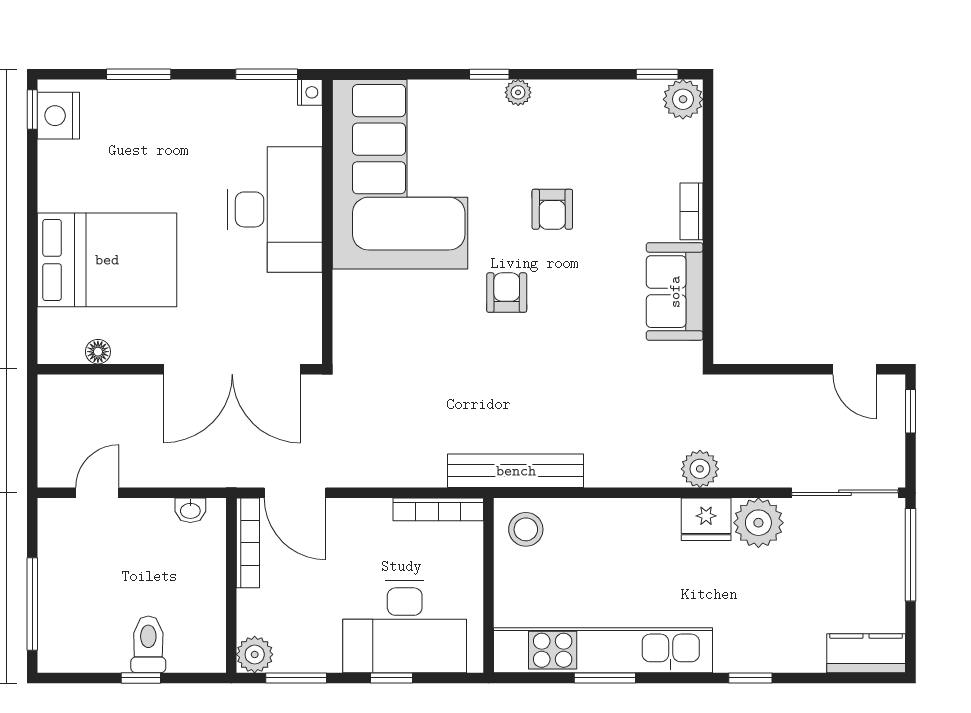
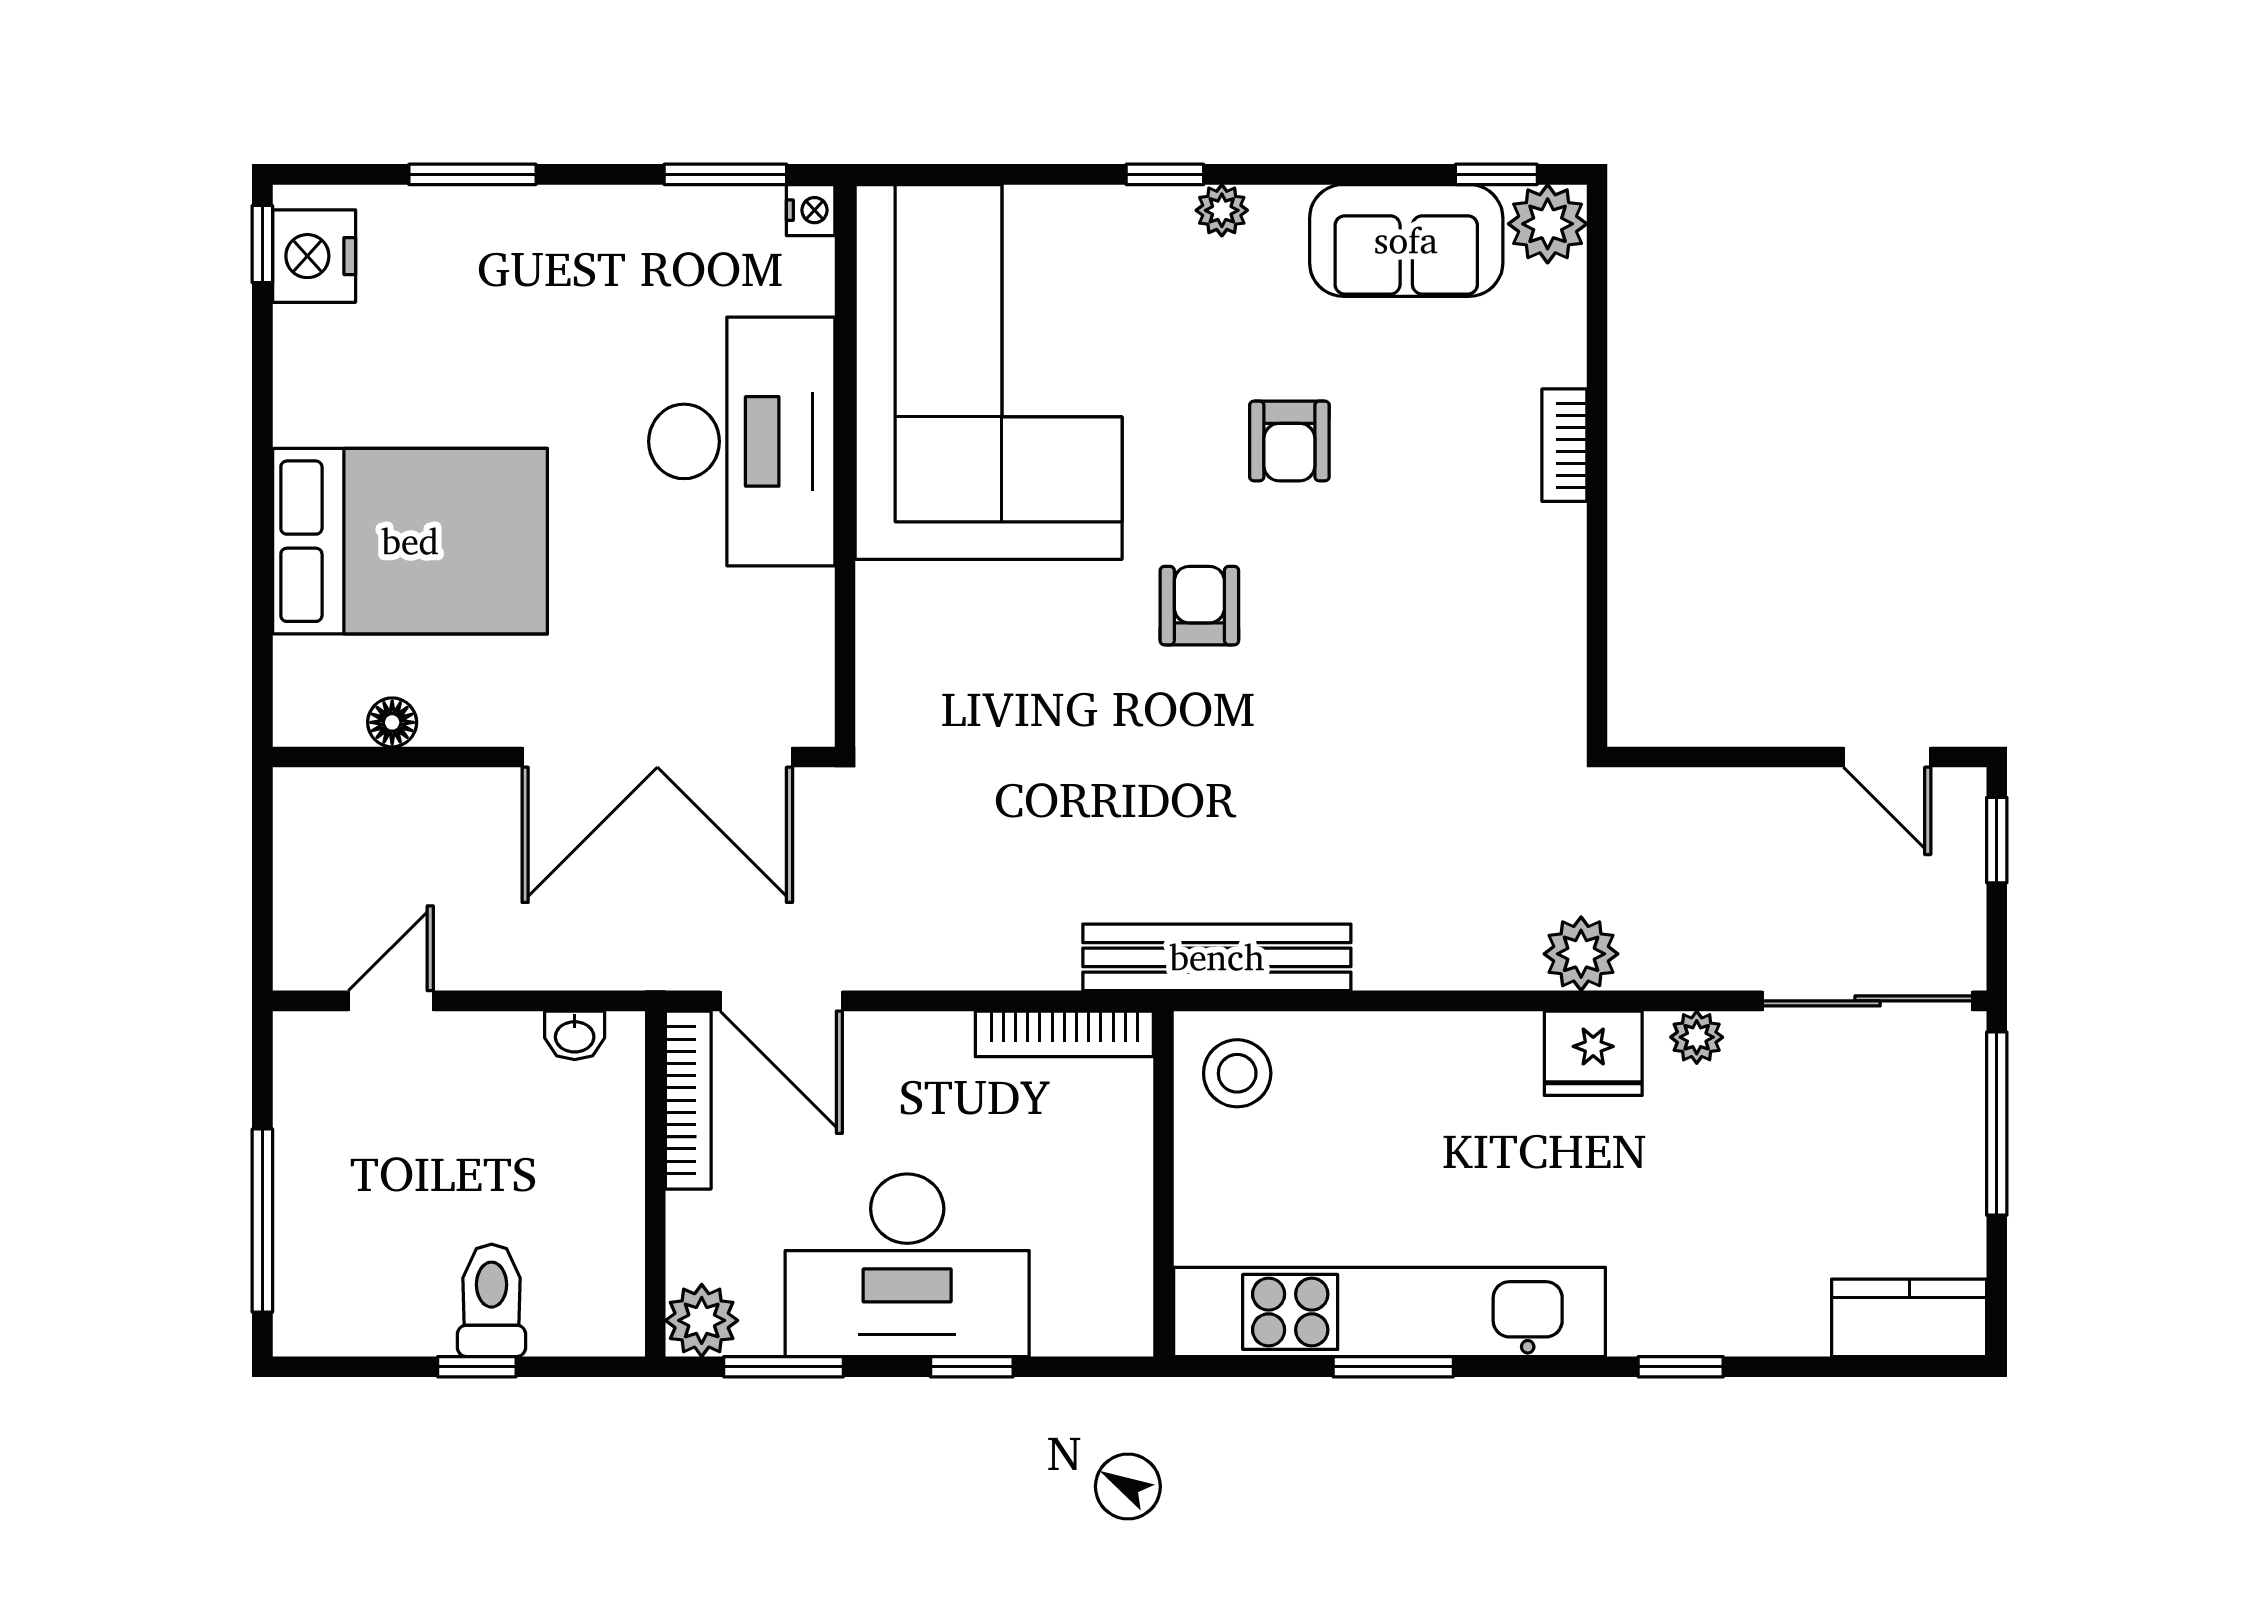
sofa: (675, 292) -> (1406, 240), moved, turned -90
plant: (758, 523) -> (1697, 1037), width x0.53, depth x0.53
desk: (405, 627) -> (907, 1265), moved

